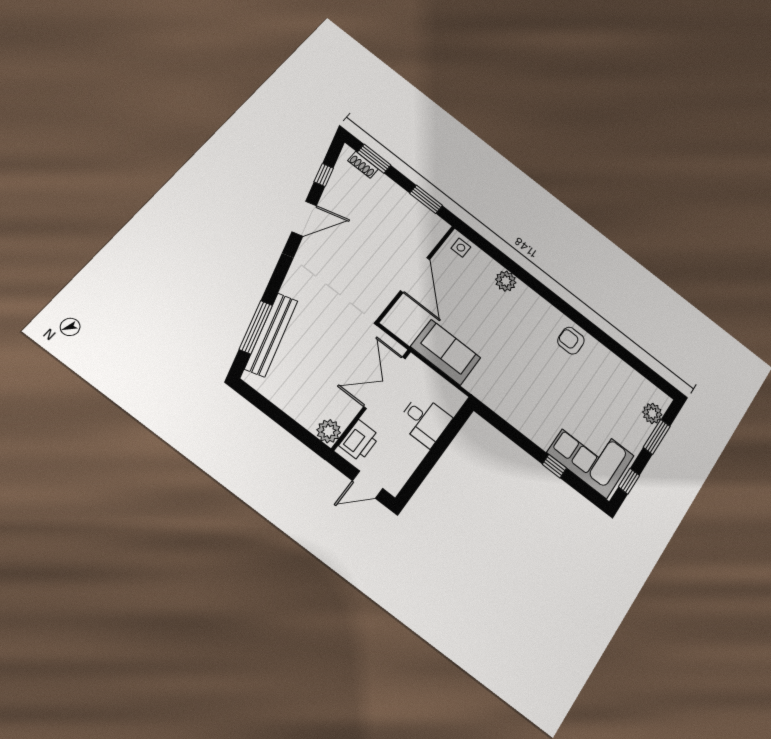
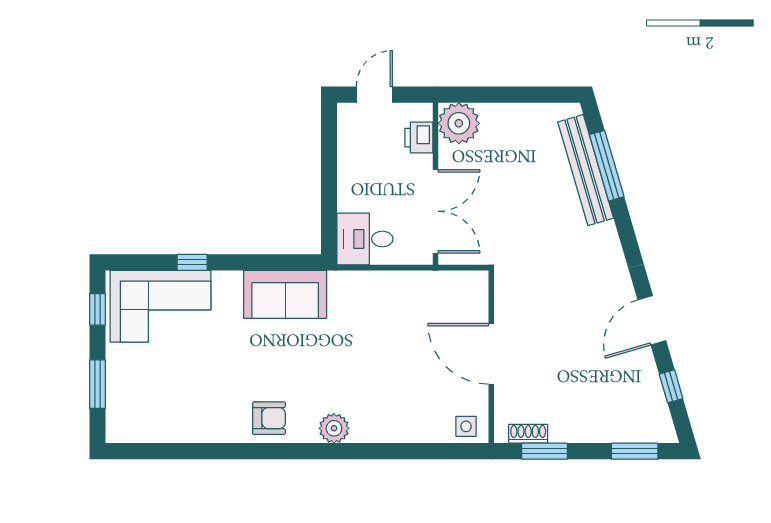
shoe rack: (363, 165) -> (528, 434), moved
plant: (506, 281) -> (334, 428), moved
sofa: (446, 352) -> (285, 294), moved
plant: (652, 413) -> (120, 407), removed
desk: (425, 420) -> (365, 239), moved
plant: (329, 431) -> (459, 123), width x1.36, depth x1.36
printer: (360, 441) -> (419, 138), width x0.73, depth x0.81

